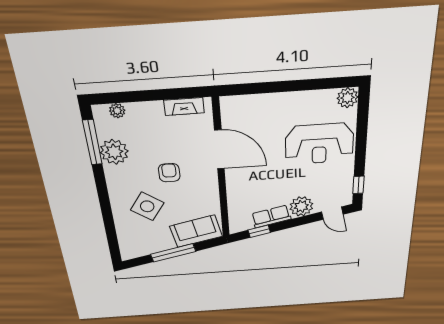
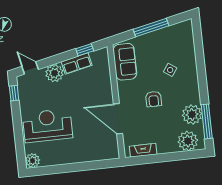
plant: (117, 111) -> (188, 141), width x1.88, depth x1.88
side table: (147, 206) -> (170, 70), width x0.54, depth x0.54
sofa: (196, 231) -> (125, 62), moved, turned -78

